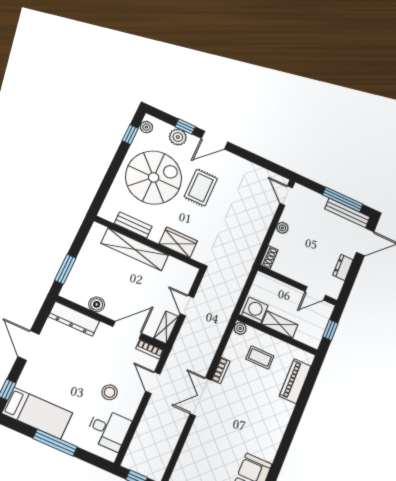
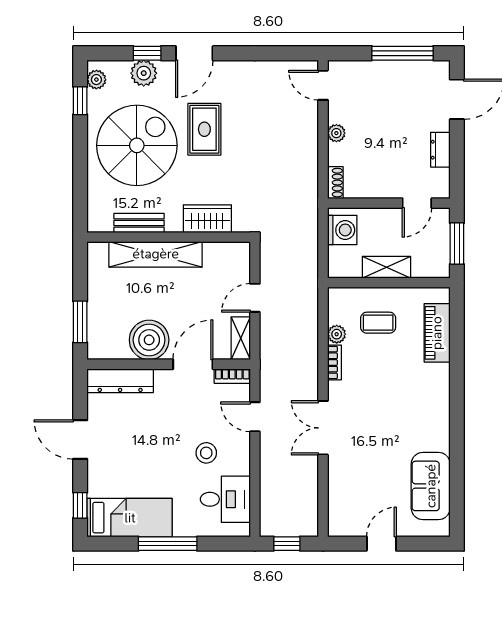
bench: (347, 213) -> (416, 69), removed
boiler: (97, 304) -> (149, 340), width x1.86, depth x1.86
door: (187, 306) -> (255, 298), hinge flipped
washing machine: (255, 310) -> (342, 230), moved, turned 90
plant: (240, 328) -> (337, 334), moved
window: (330, 330) -> (457, 244), width x1.50
double door: (201, 397) -> (323, 428), moved

